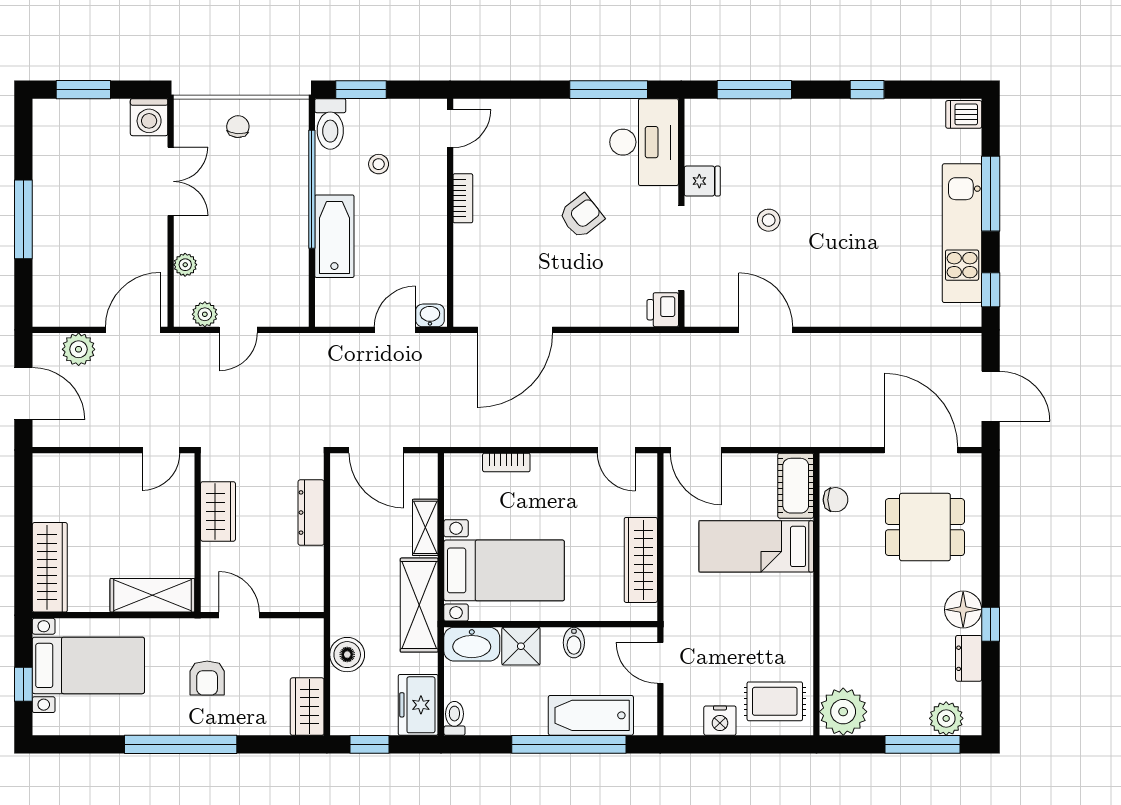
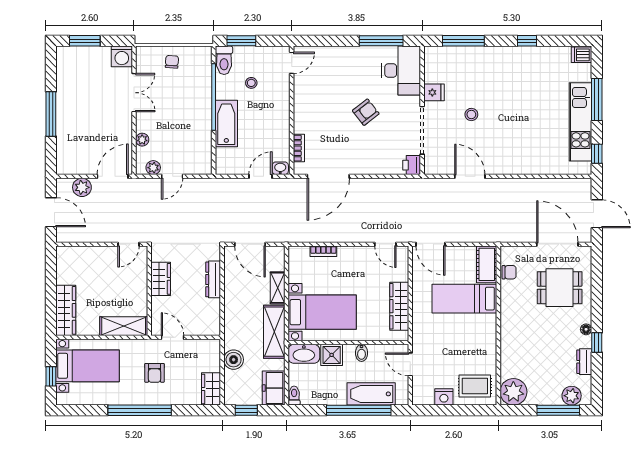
bookcase: (463, 198) -> (299, 148), moved
floor lamp: (963, 610) -> (586, 329), width x0.53, depth x0.53

